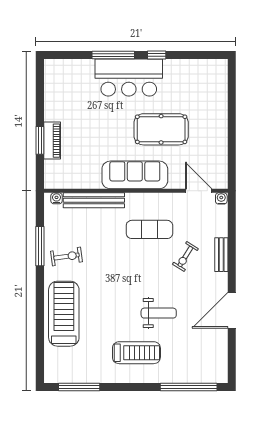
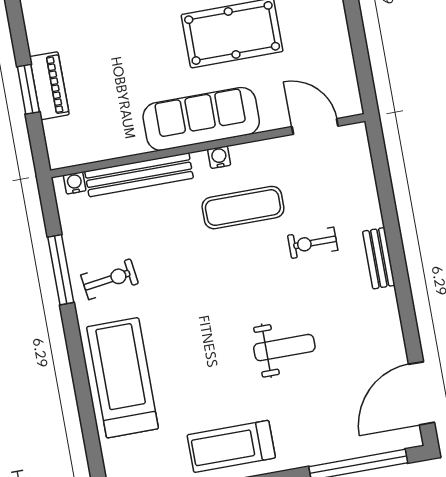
water cooler: (221, 198) -> (219, 157), moved
bench: (221, 255) -> (379, 258), moved
exercise bike: (185, 257) -> (313, 243), turned 58
door: (232, 310) -> (422, 393), moved
treadmill: (136, 353) -> (231, 446), moved, turned 180

